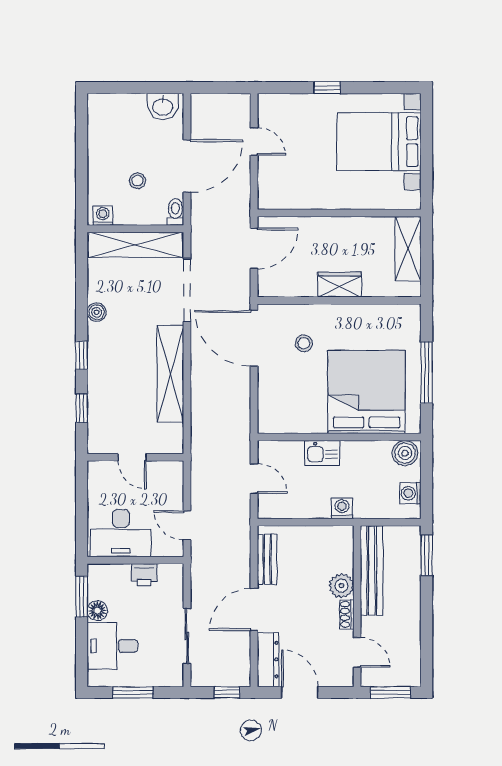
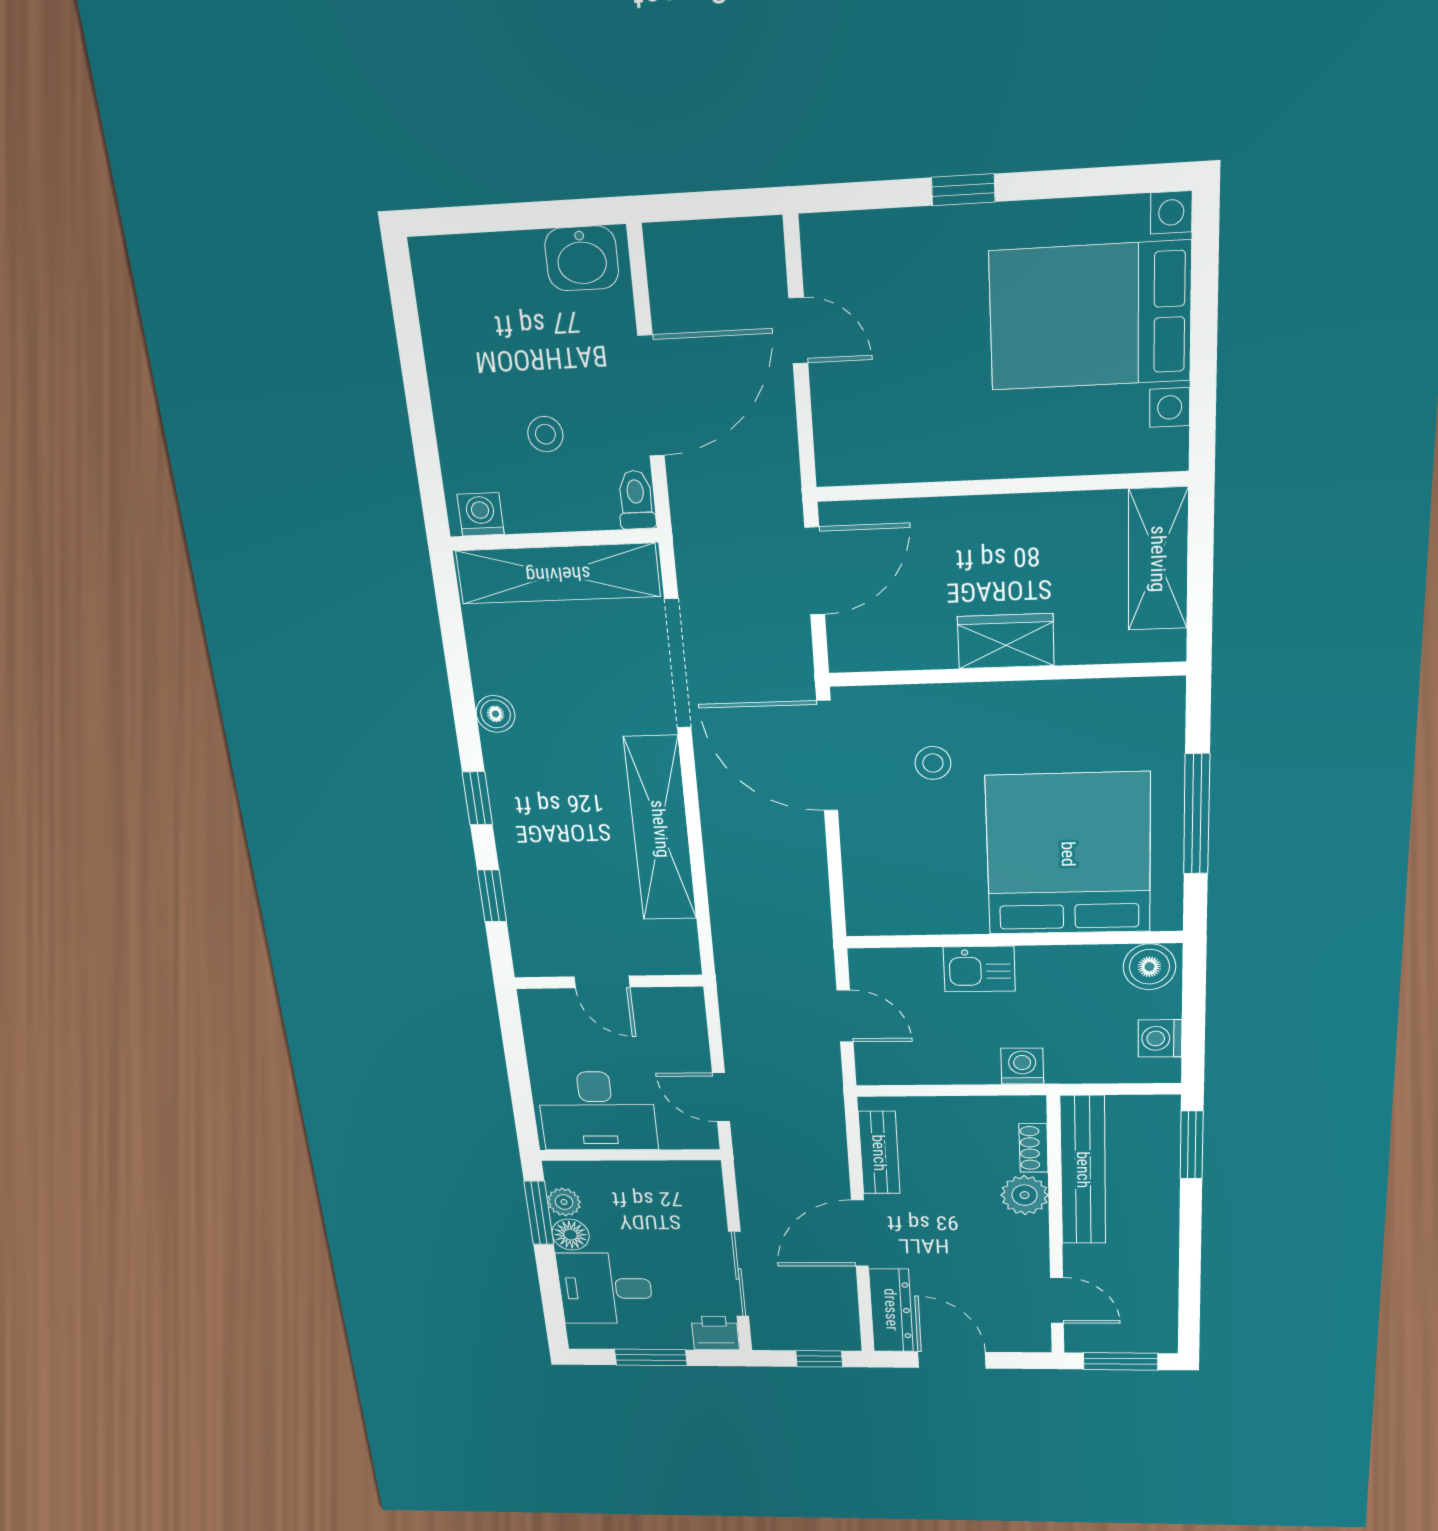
printer: (144, 575) -> (715, 1333), moved, turned 180
plant: (96, 590) -> (564, 1202), added
shoe rack: (347, 614) -> (1034, 1148), moved

